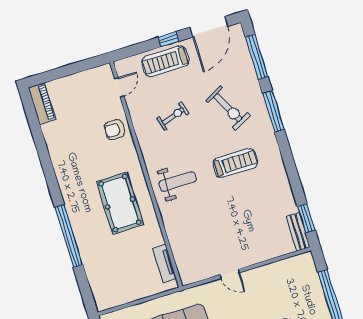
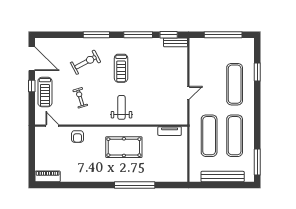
window: (257, 57) -> (138, 35), moved
treadmill: (235, 163) -> (121, 68), turned 180

